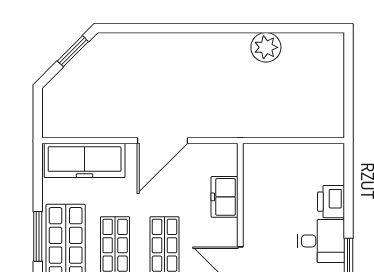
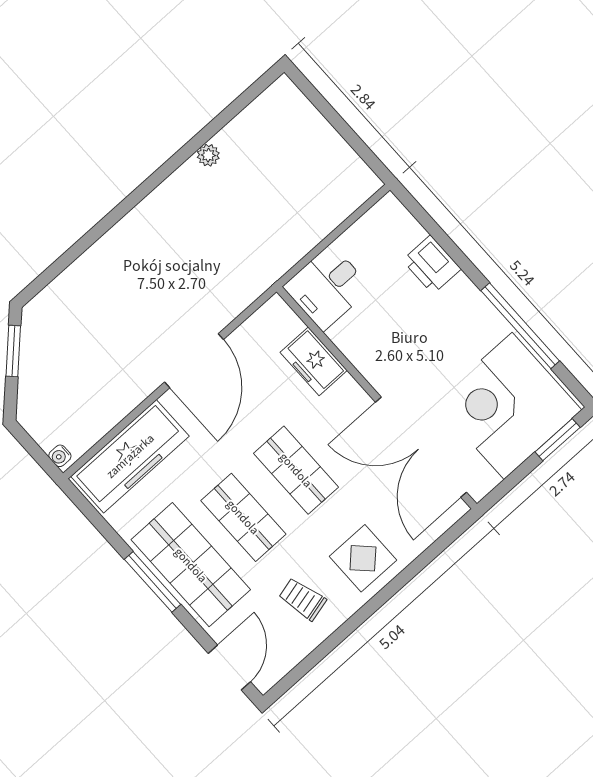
plant: (266, 47) -> (208, 155), width x0.53, depth x0.53
water cooler: (48, 128) -> (60, 456), added
desk: (321, 241) -> (327, 287), moved, turned 180

